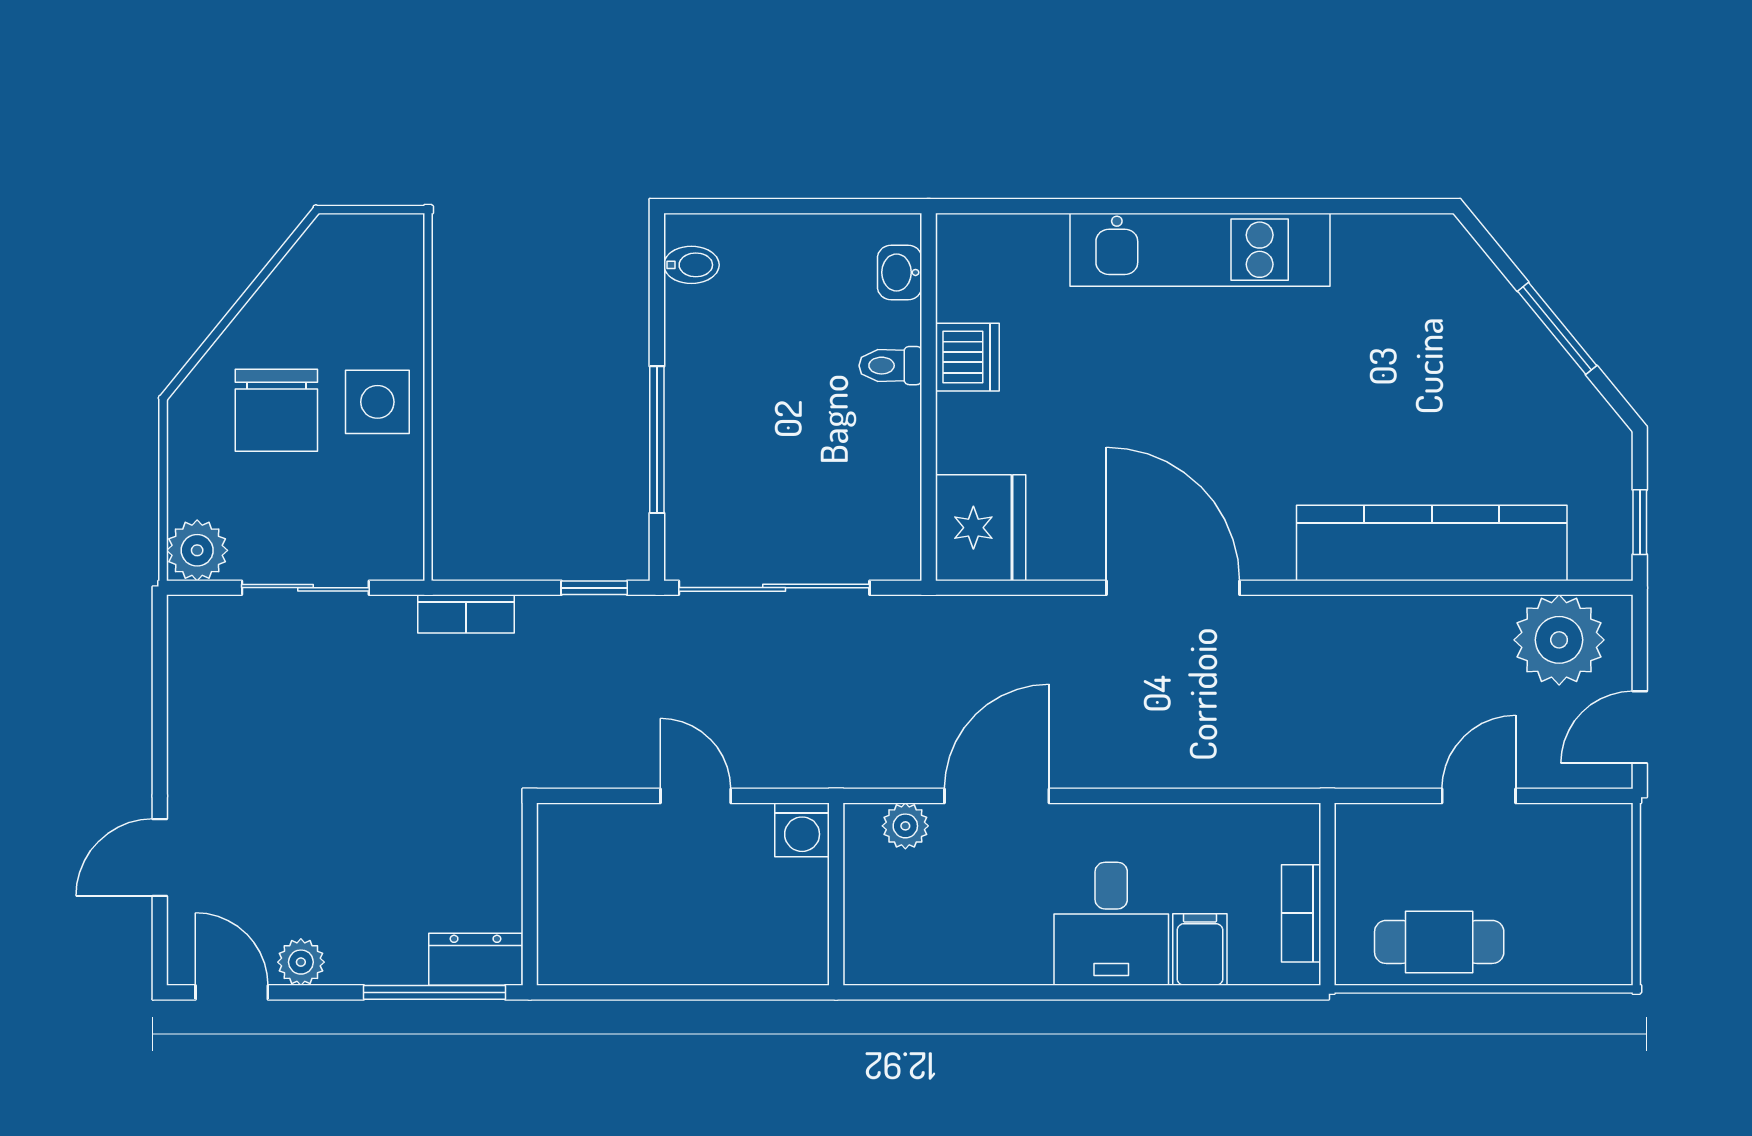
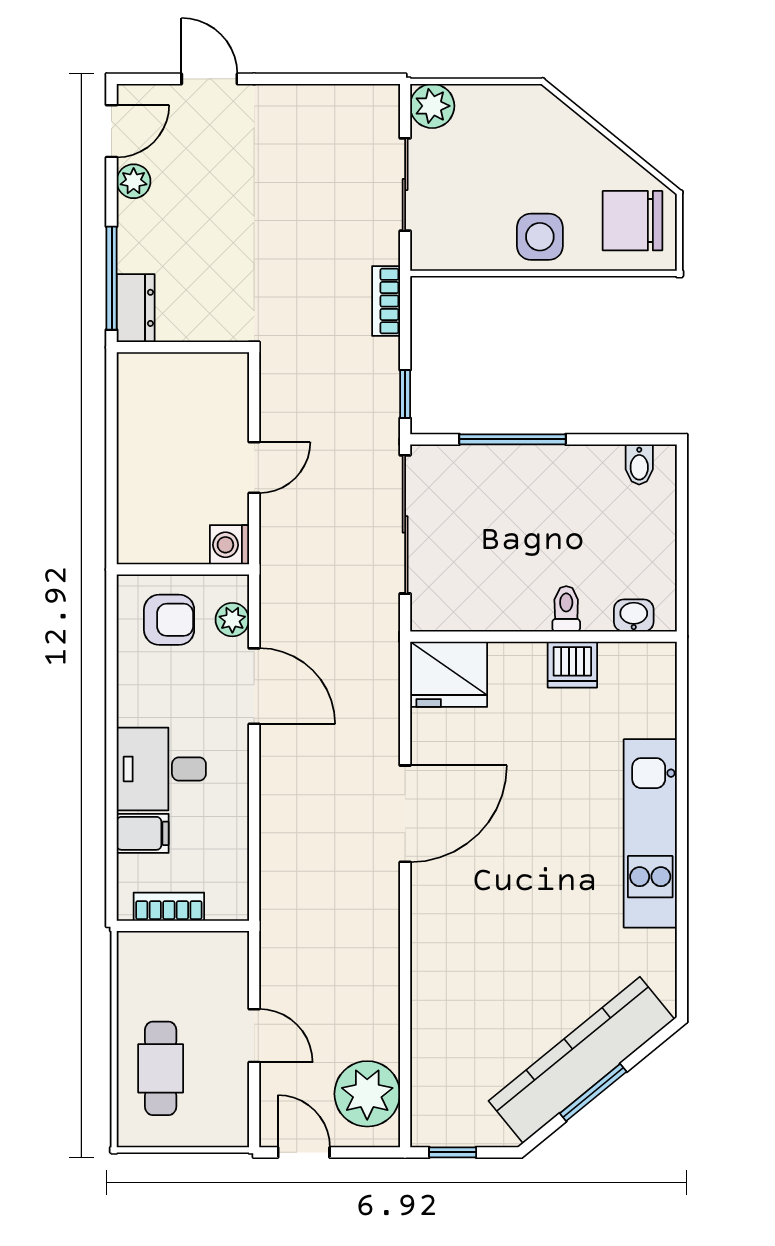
chair: (276, 410) -> (633, 221), moved
kitchen counter: (1432, 543) -> (582, 1060), moved, turned -129
armchair: (905, 913) -> (169, 620), added
cafe table: (1439, 942) -> (161, 1068), moved

